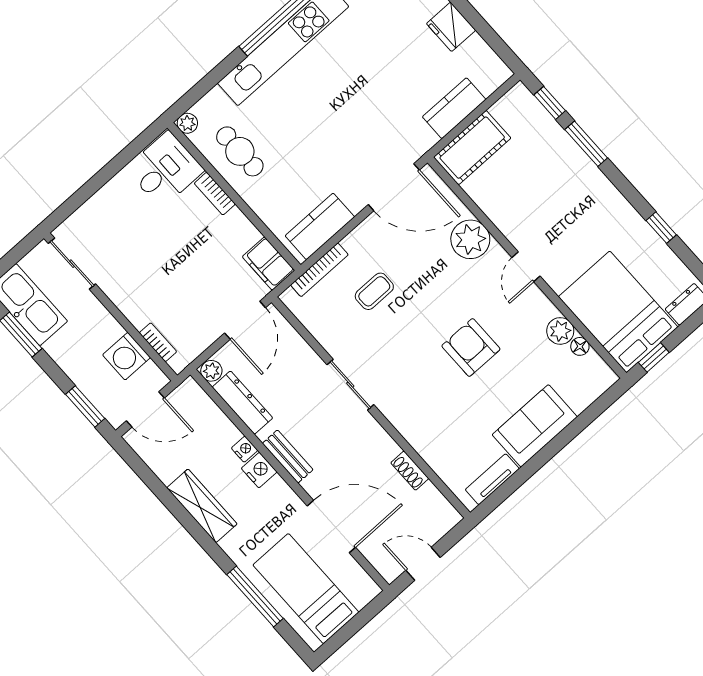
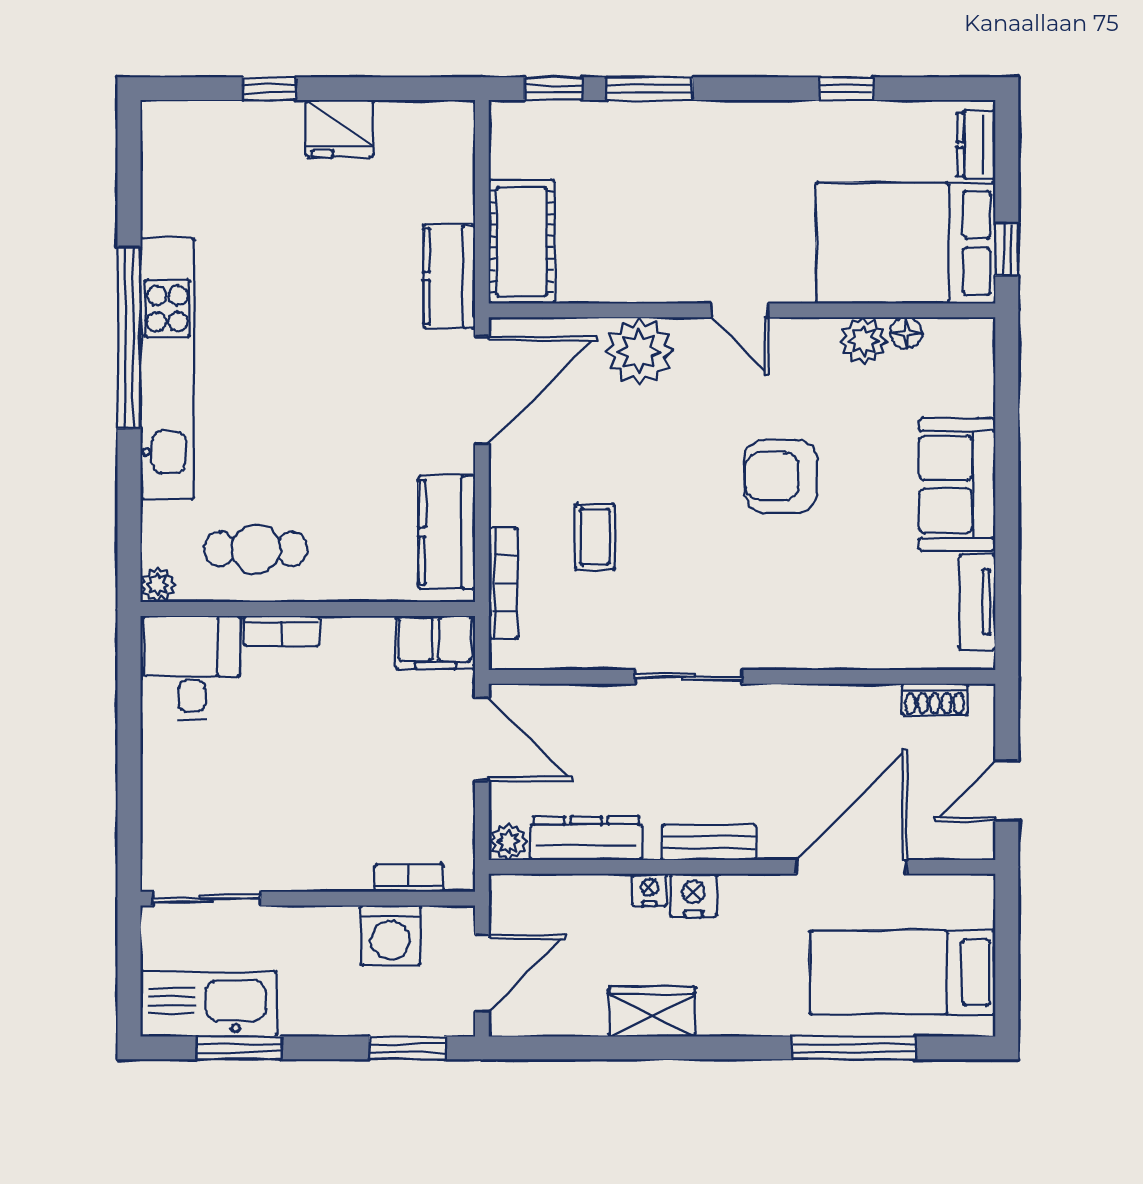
kitchen counter: (454, 108) -> (449, 276), moved
shoe rack: (410, 471) -> (935, 700), moved
wardrobe: (202, 506) -> (652, 1012), width x0.67

